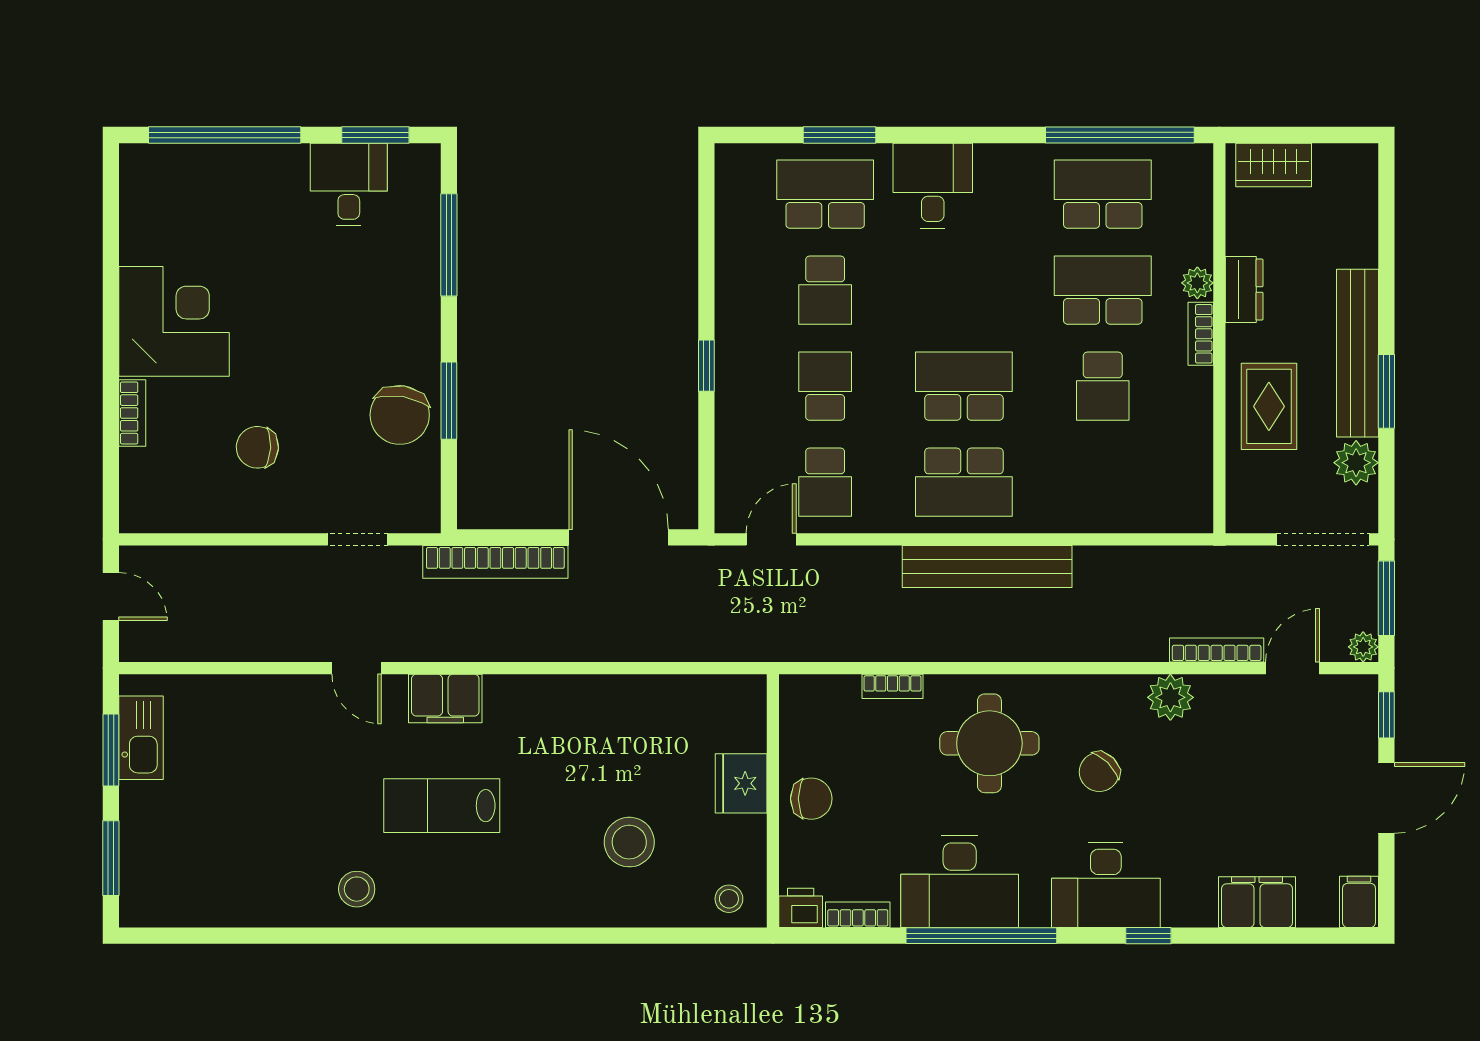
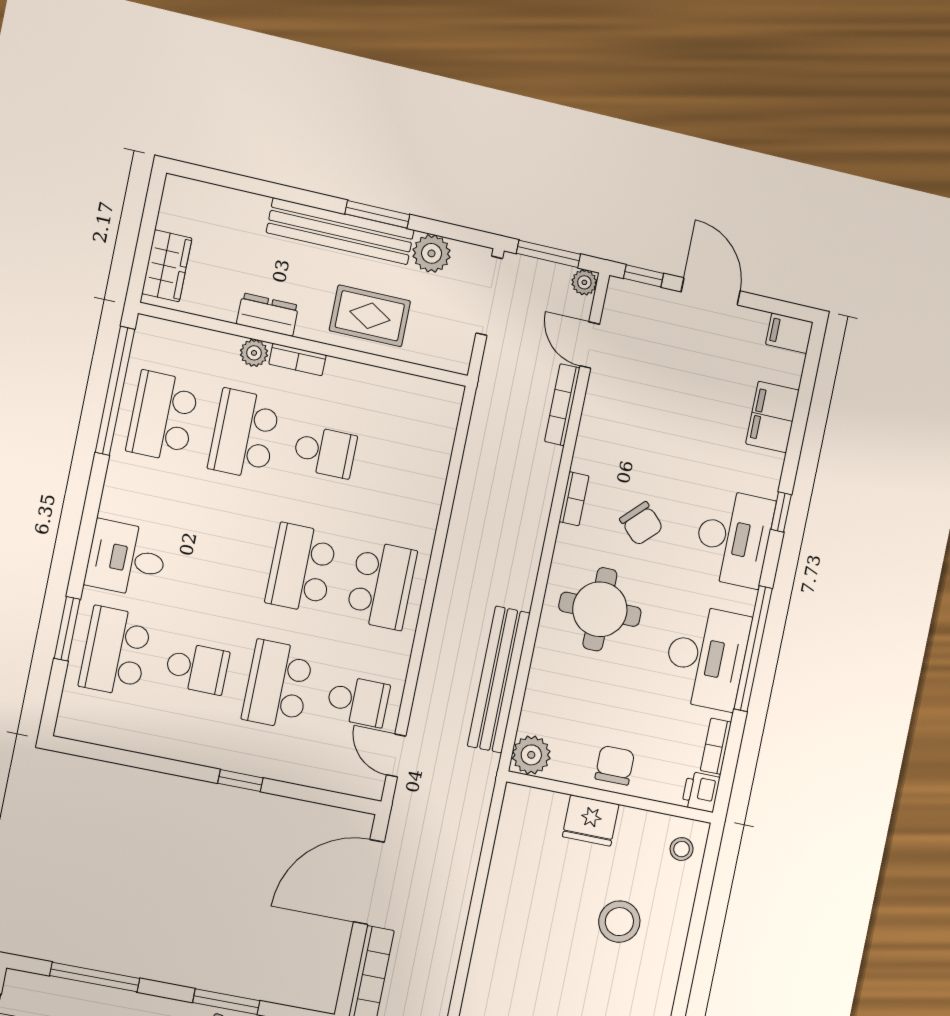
school desk: (825, 386) -> (278, 685), width x1.85
bench: (987, 566) -> (499, 680), moved
bookcase: (893, 686) -> (574, 499), moved
plant: (1170, 697) -> (531, 755), moved

